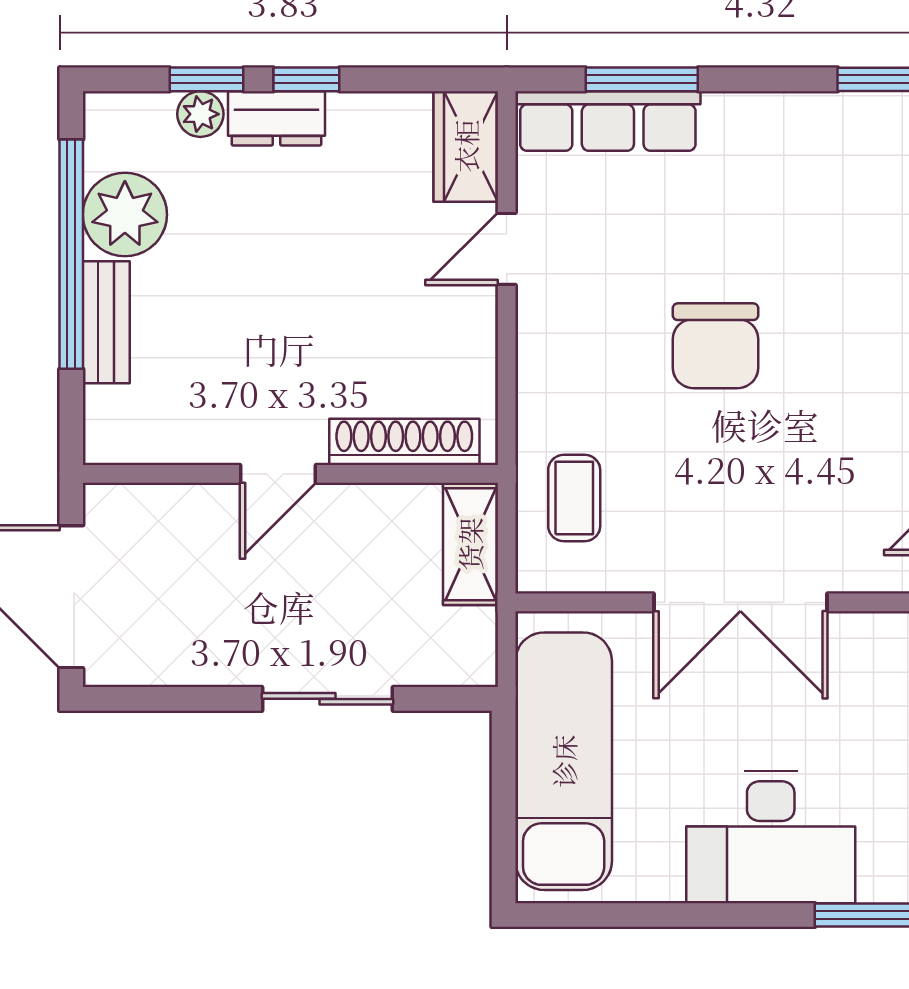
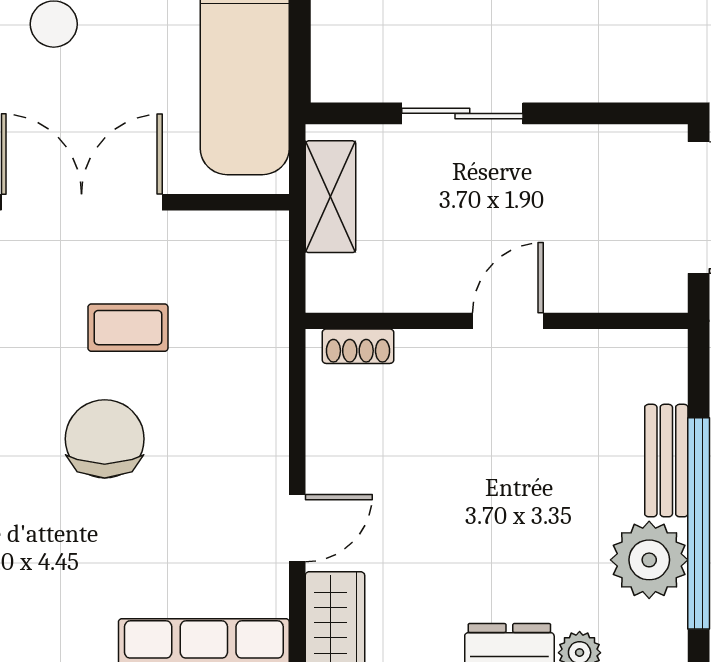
shoe rack: (404, 442) -> (358, 346), width x0.51, depth x0.81
coffee table: (574, 498) -> (128, 328), moved, turned 90
shelving: (470, 544) -> (331, 197), moved

